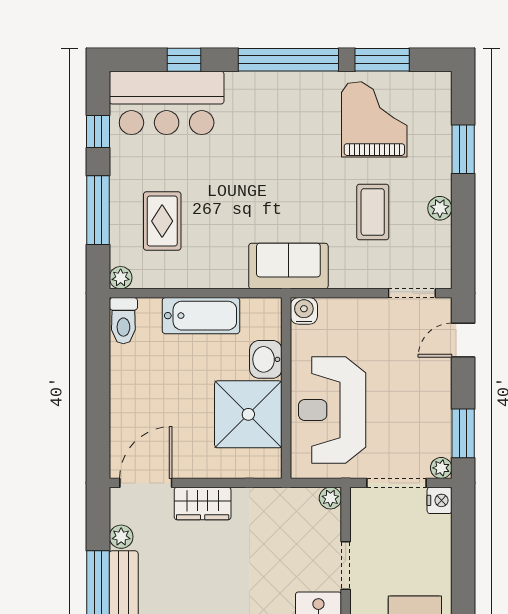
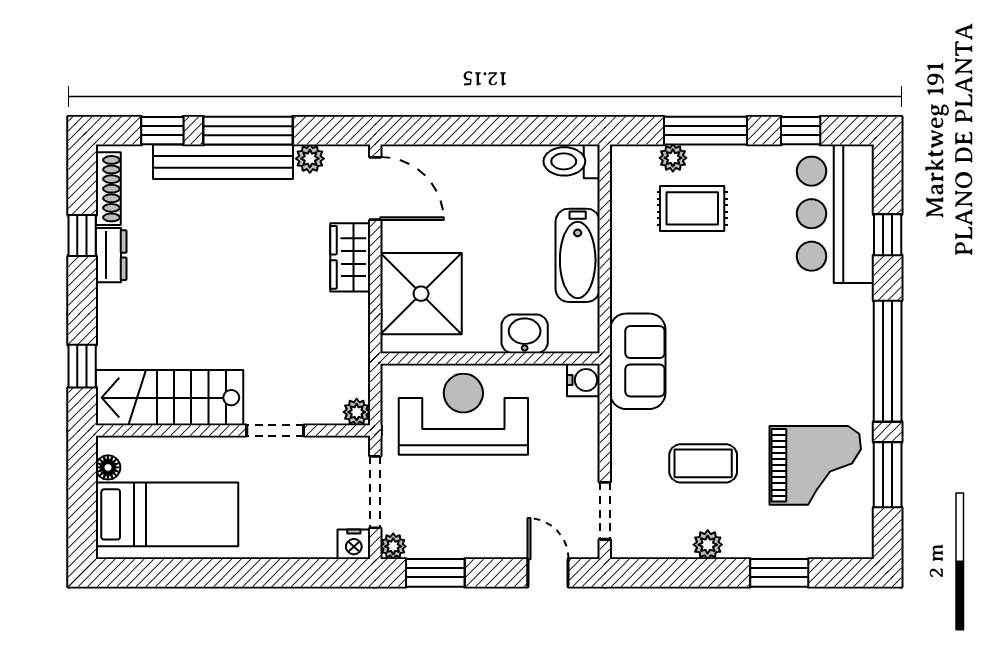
plant: (121, 278) -> (673, 158), moved
shower: (248, 414) -> (421, 294), moved

